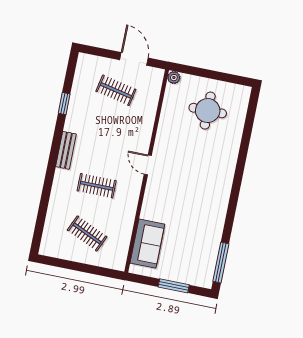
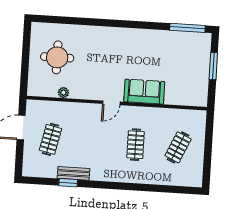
plant: (174, 78) -> (63, 93), moved
bench: (66, 150) -> (73, 173), moved
sofa: (147, 244) -> (144, 92), moved

